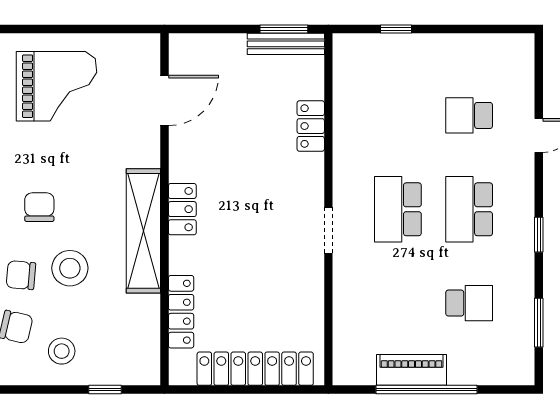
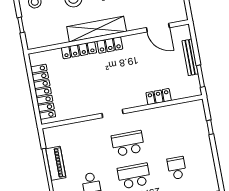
bench: (286, 44) -> (190, 57), moved
locker: (181, 312) -> (79, 50), moved

